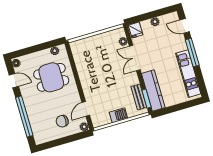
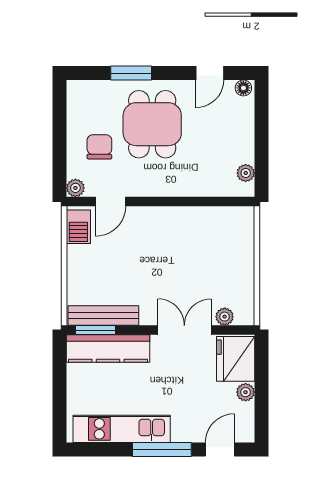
fridge: (136, 30) -> (236, 359), width x1.88, depth x1.34
dining table: (51, 77) -> (152, 124), moved
bench: (139, 97) -> (103, 316), width x1.36
door: (86, 109) -> (111, 202), swing flipped
barbecue: (118, 115) -> (78, 227), moved
window: (24, 117) -> (131, 73), width x0.47

